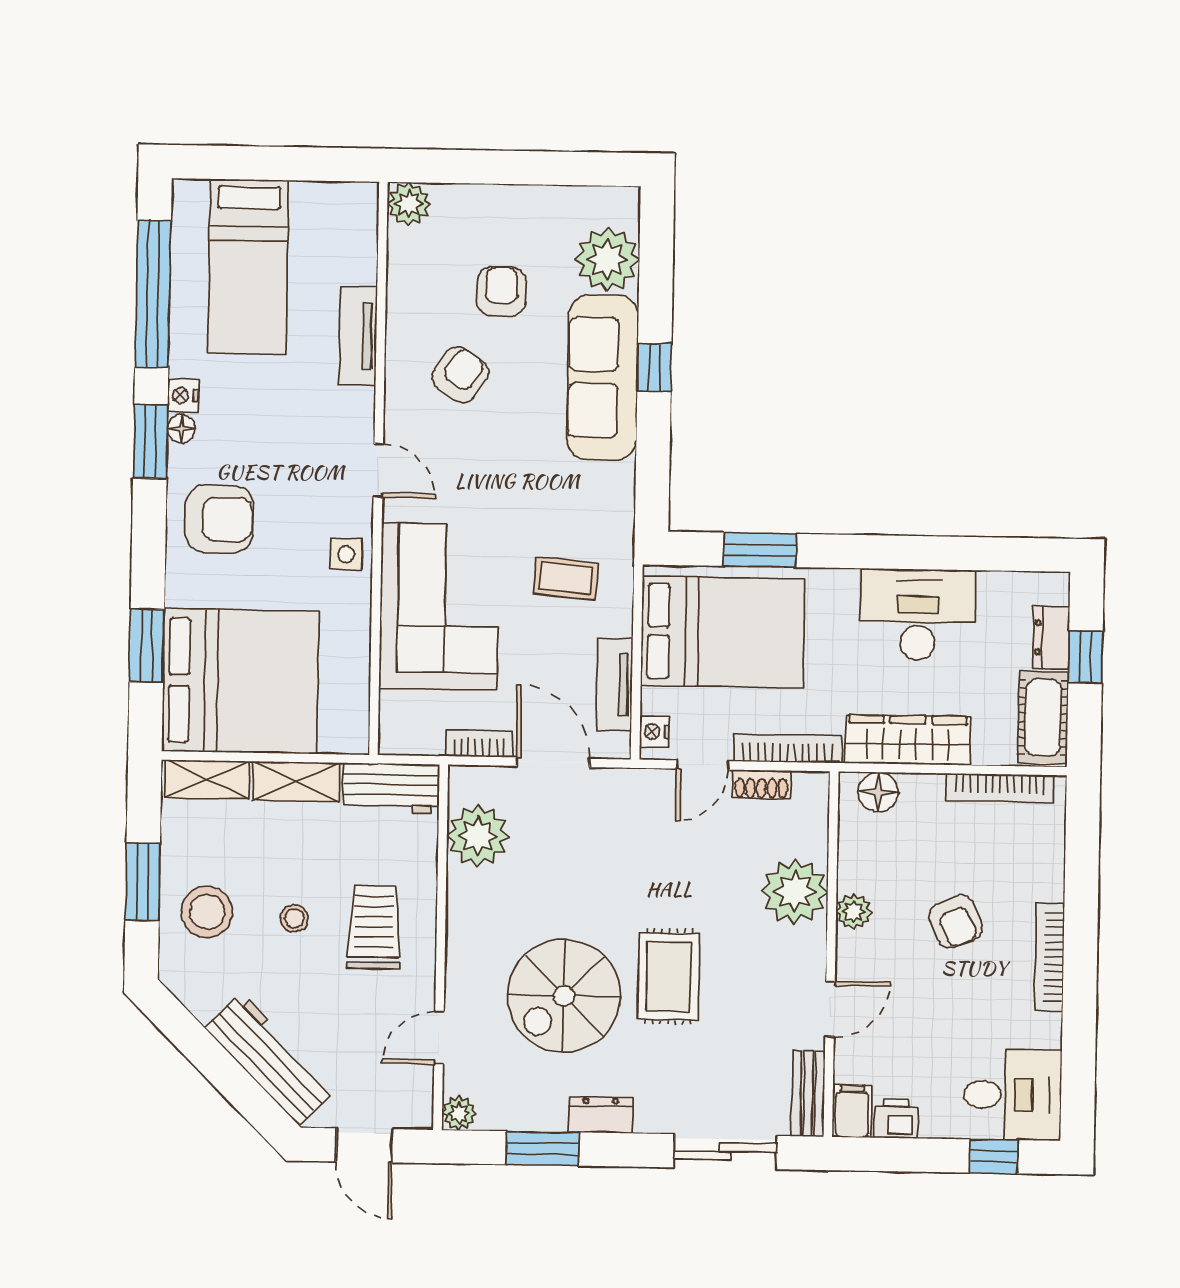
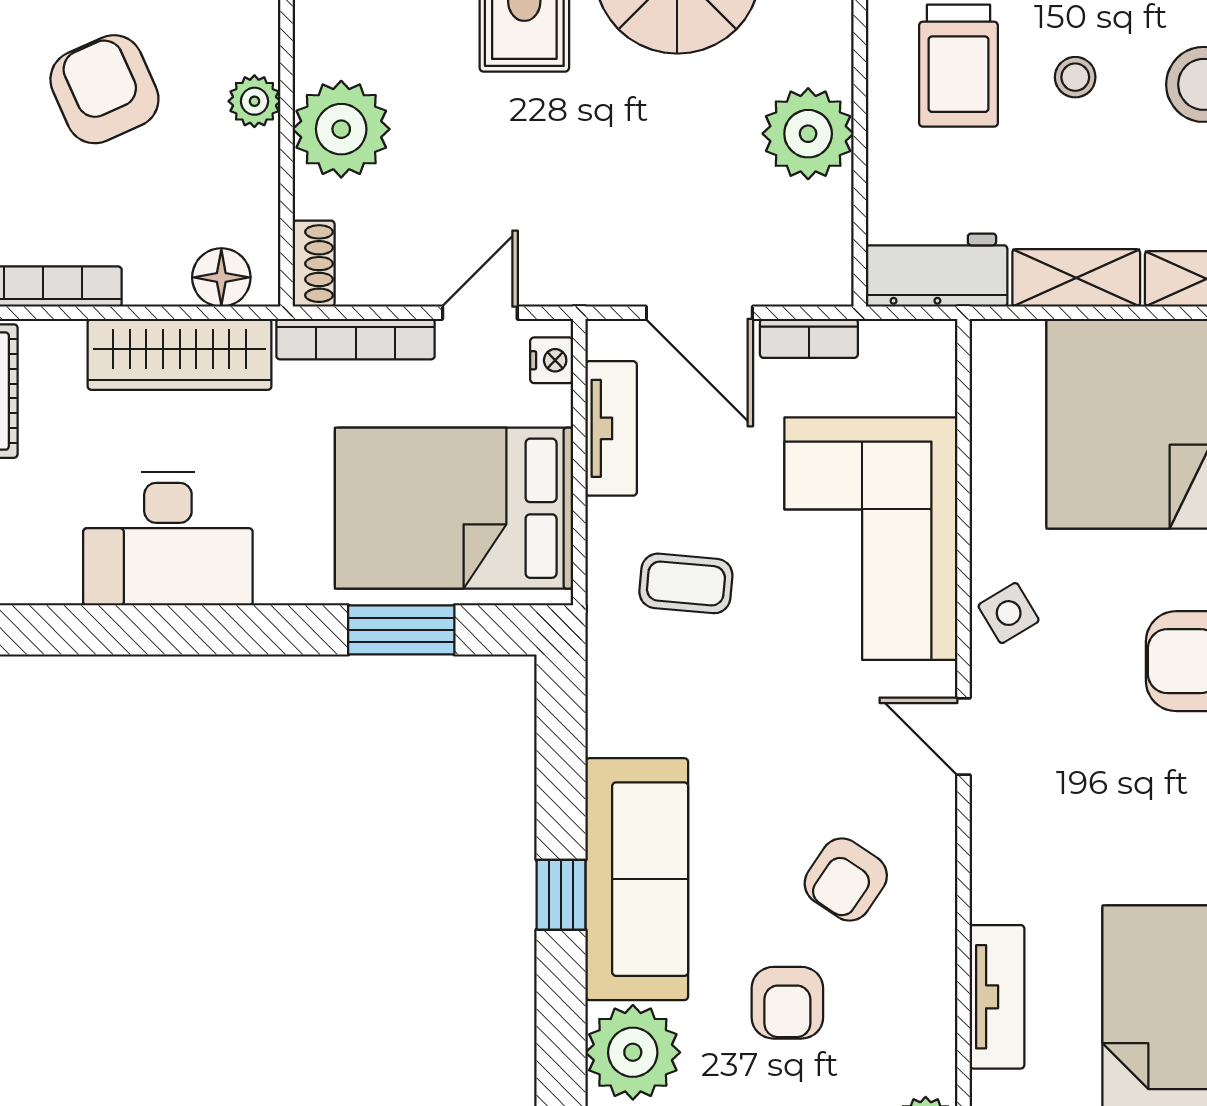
tv unit: (358, 336) -> (997, 997), moved
side table: (346, 554) -> (1009, 613), turned -31
shoe rack: (761, 784) -> (314, 264), moved, turned 90
plant: (478, 836) -> (808, 134), moved
armchair: (956, 922) -> (104, 89), width x1.38, depth x1.38

